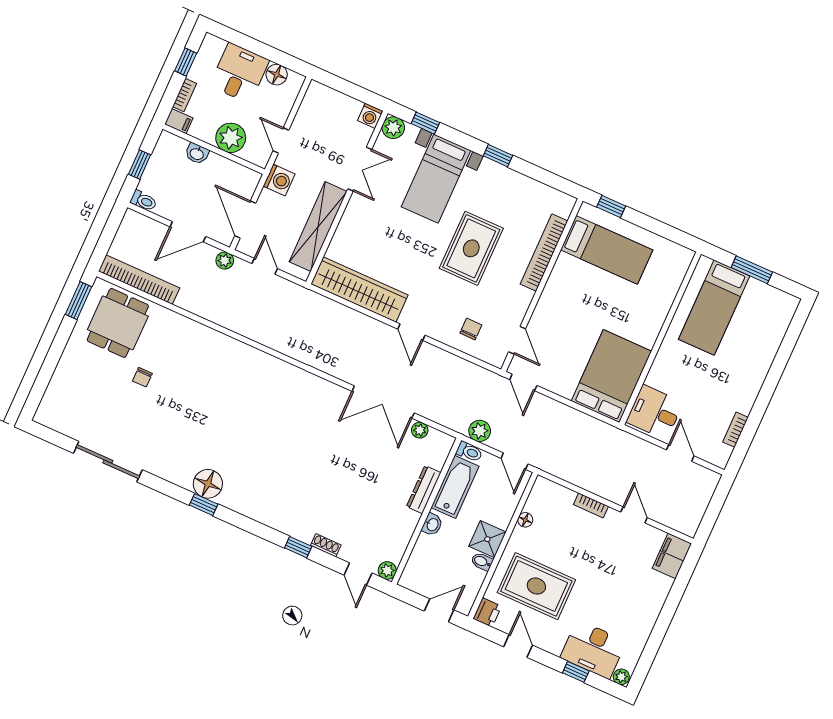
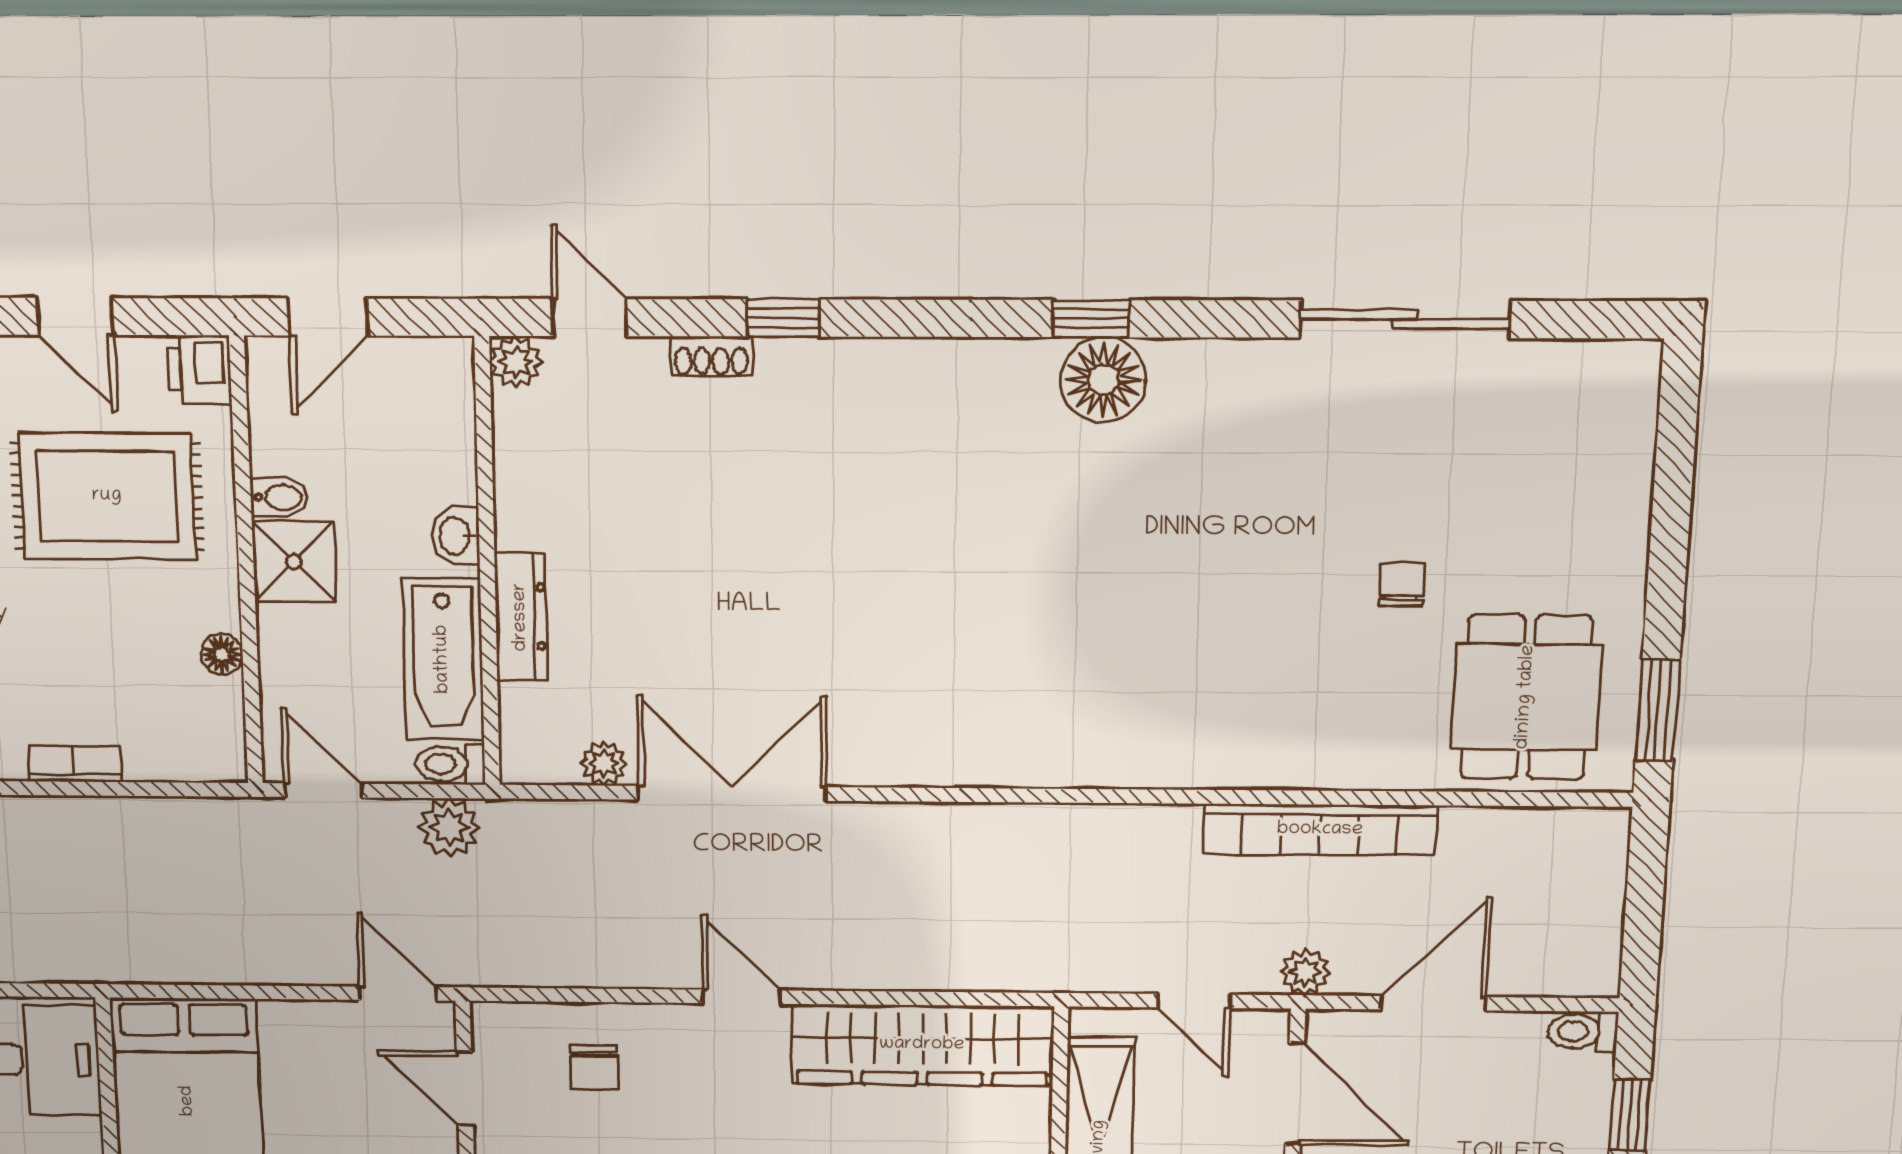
bookcase: (139, 280) -> (1320, 830), moved

